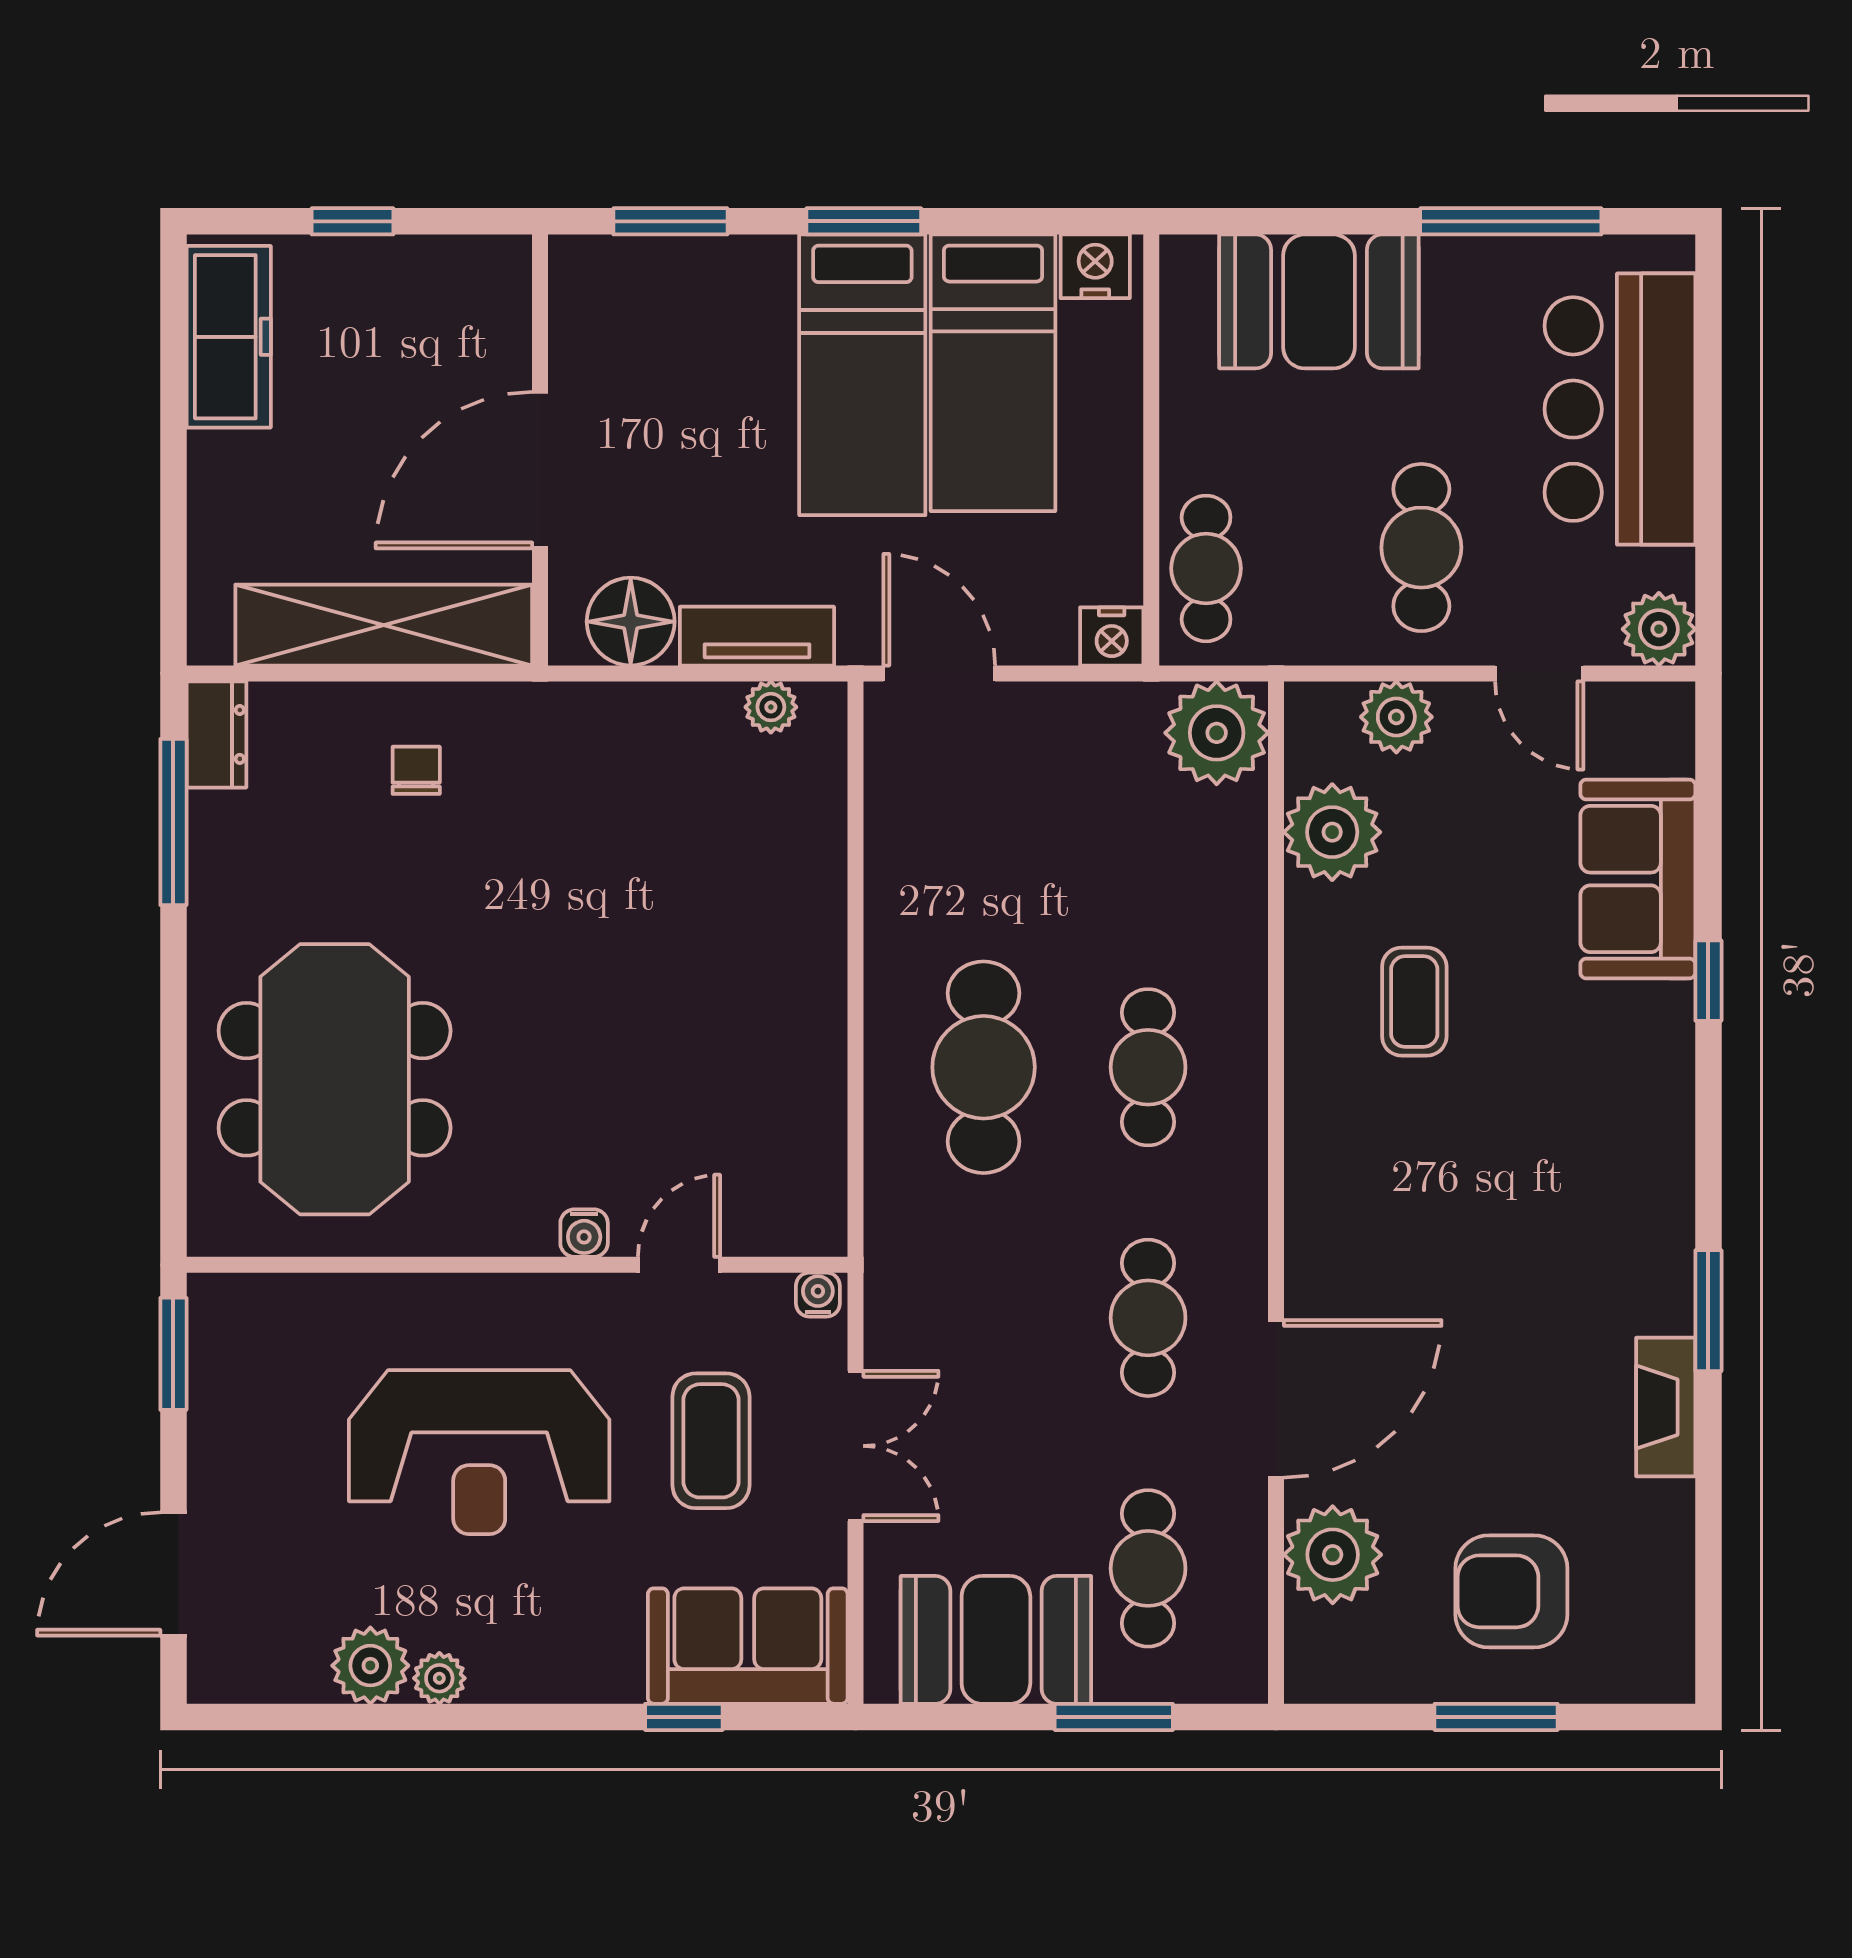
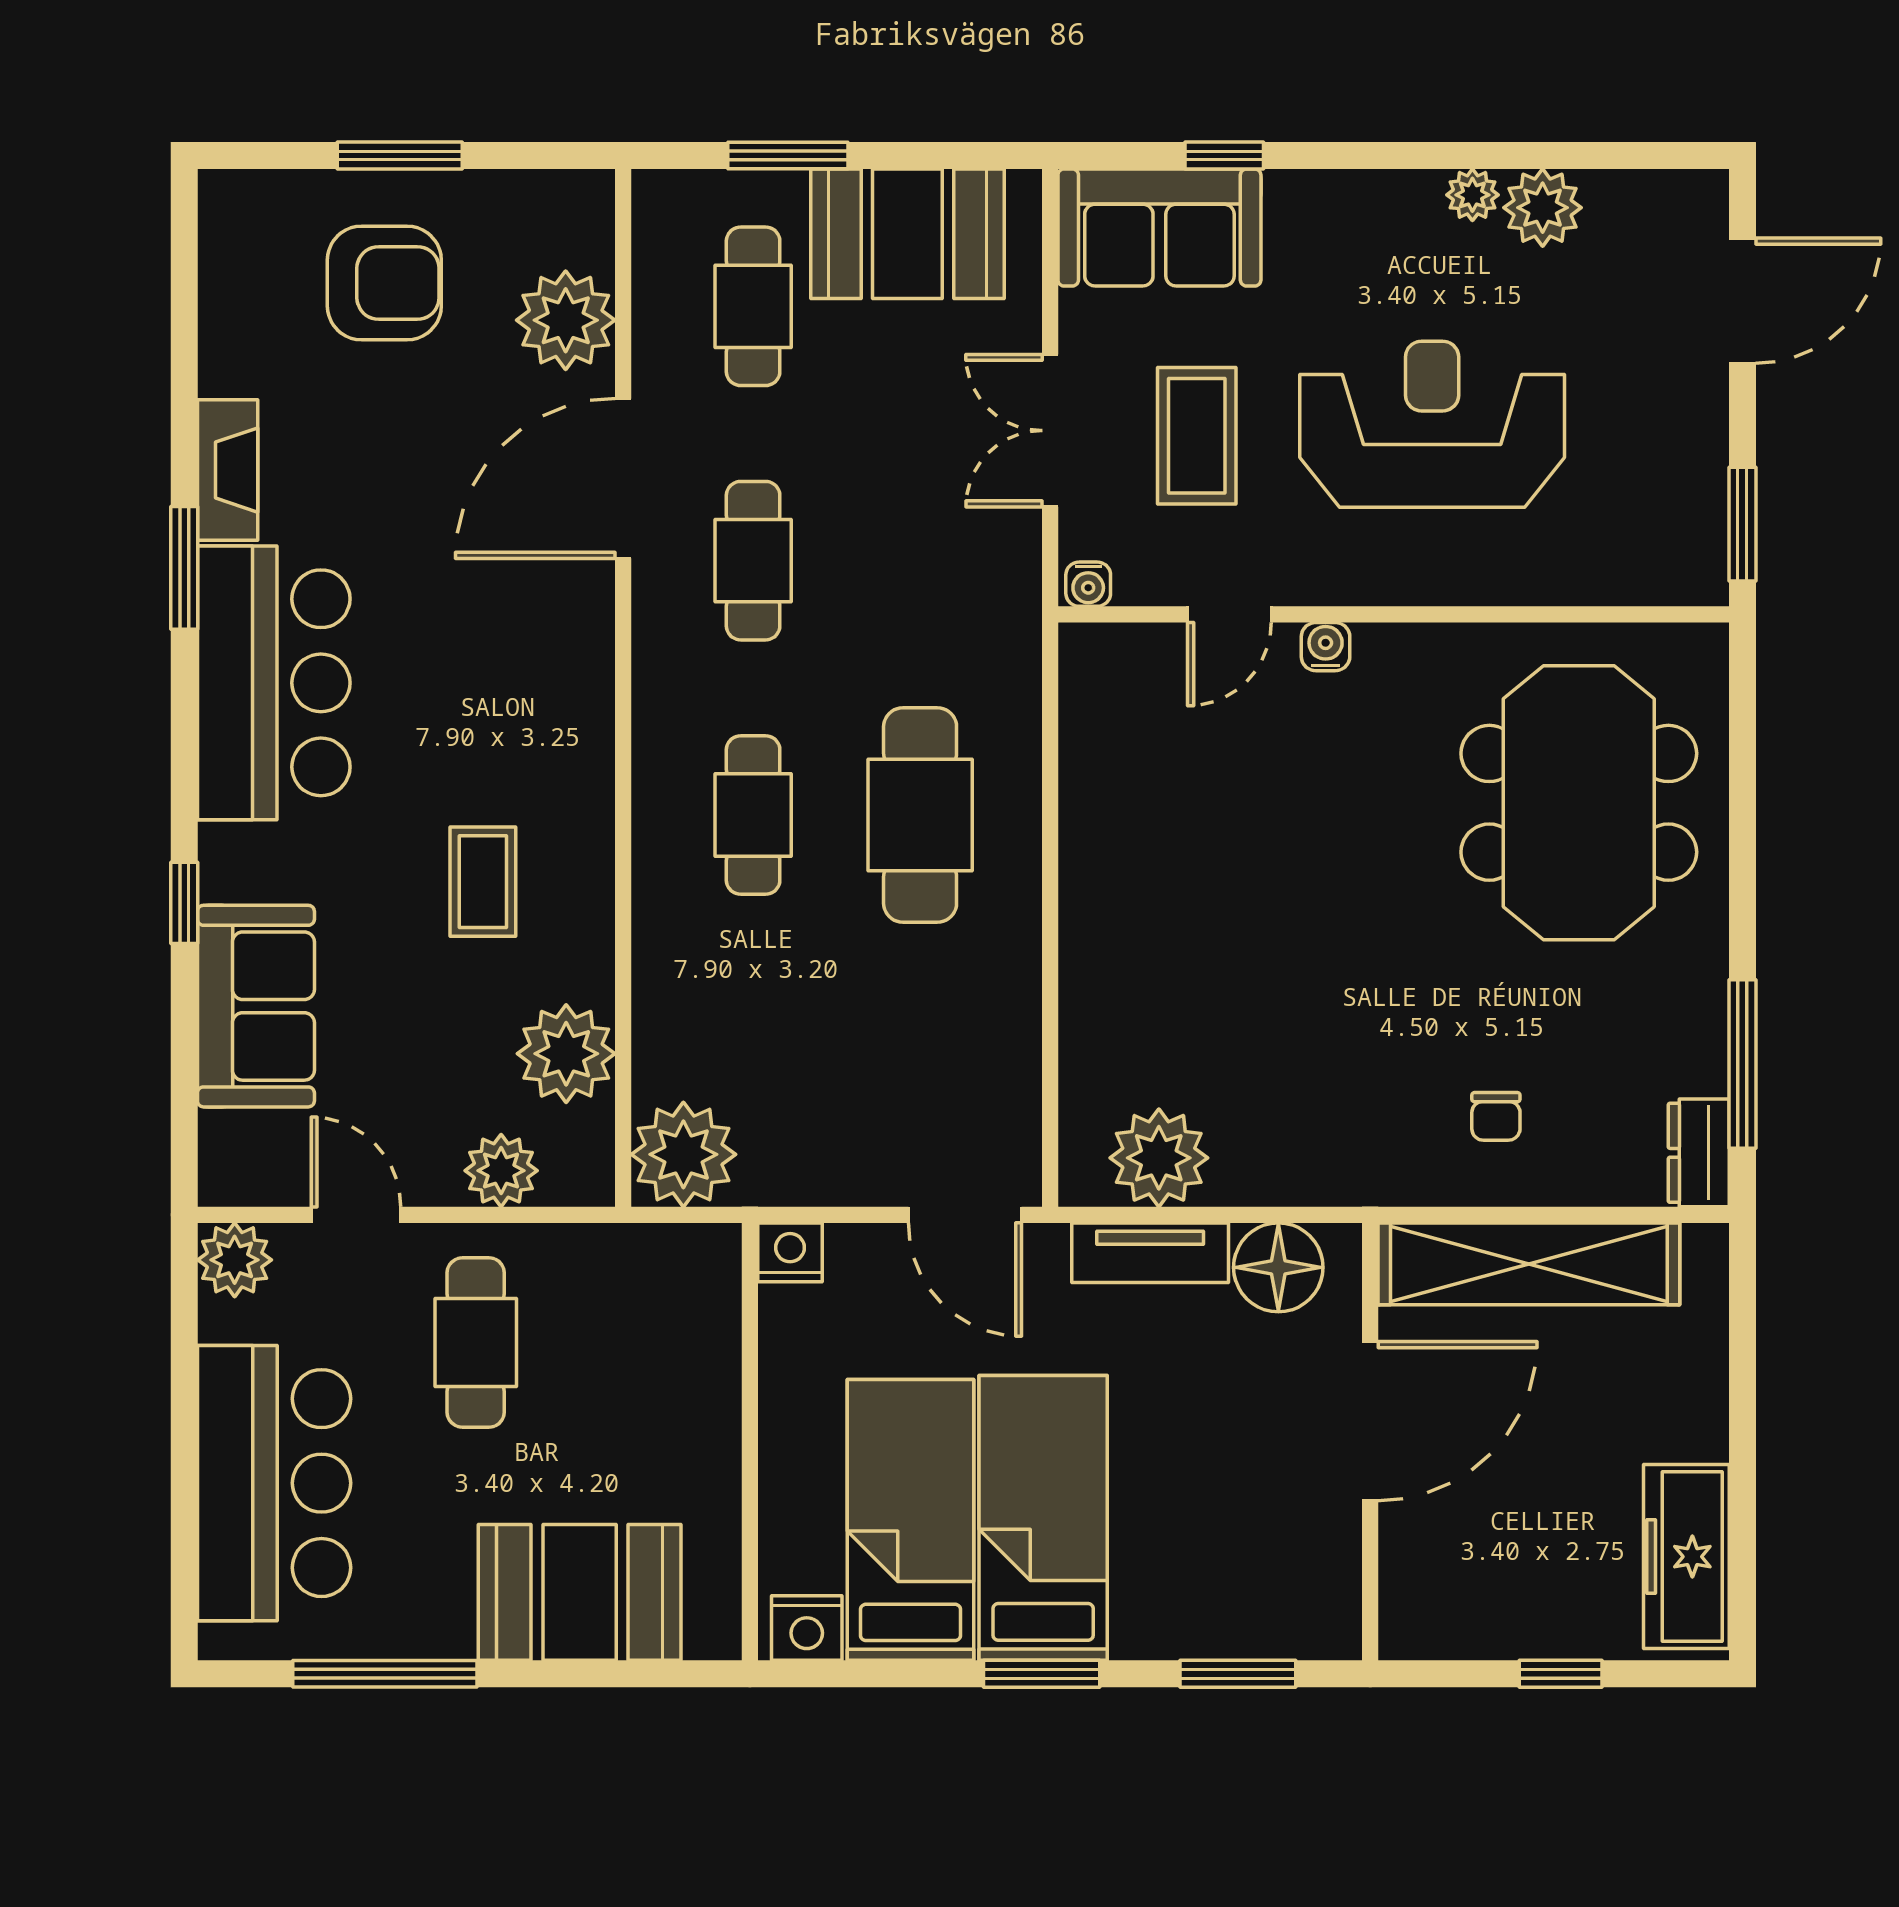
cafe table: (1206, 568) -> (694, 1321), removed
plant: (771, 707) -> (1159, 1158), width x1.88, depth x1.88
bar counter: (1620, 1197) -> (274, 683), added

